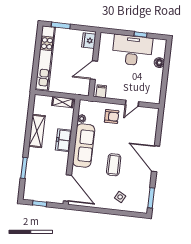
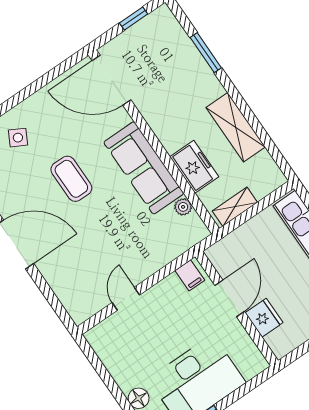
fridge: (89, 41) -> (264, 318), moved
armchair: (112, 116) -> (140, 251), removed
freezer: (64, 140) -> (194, 167), moved

